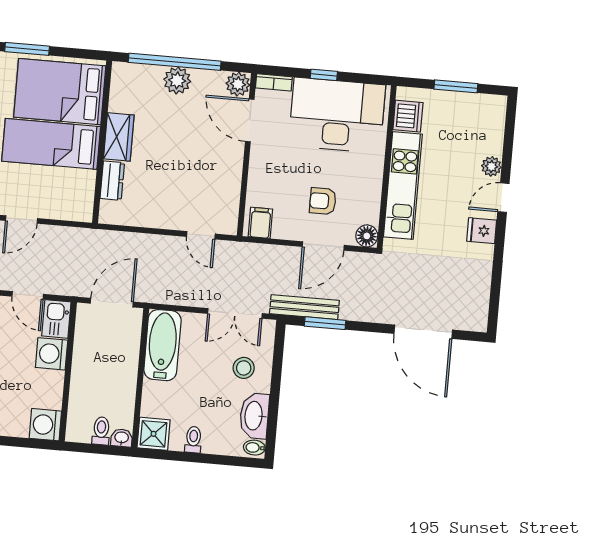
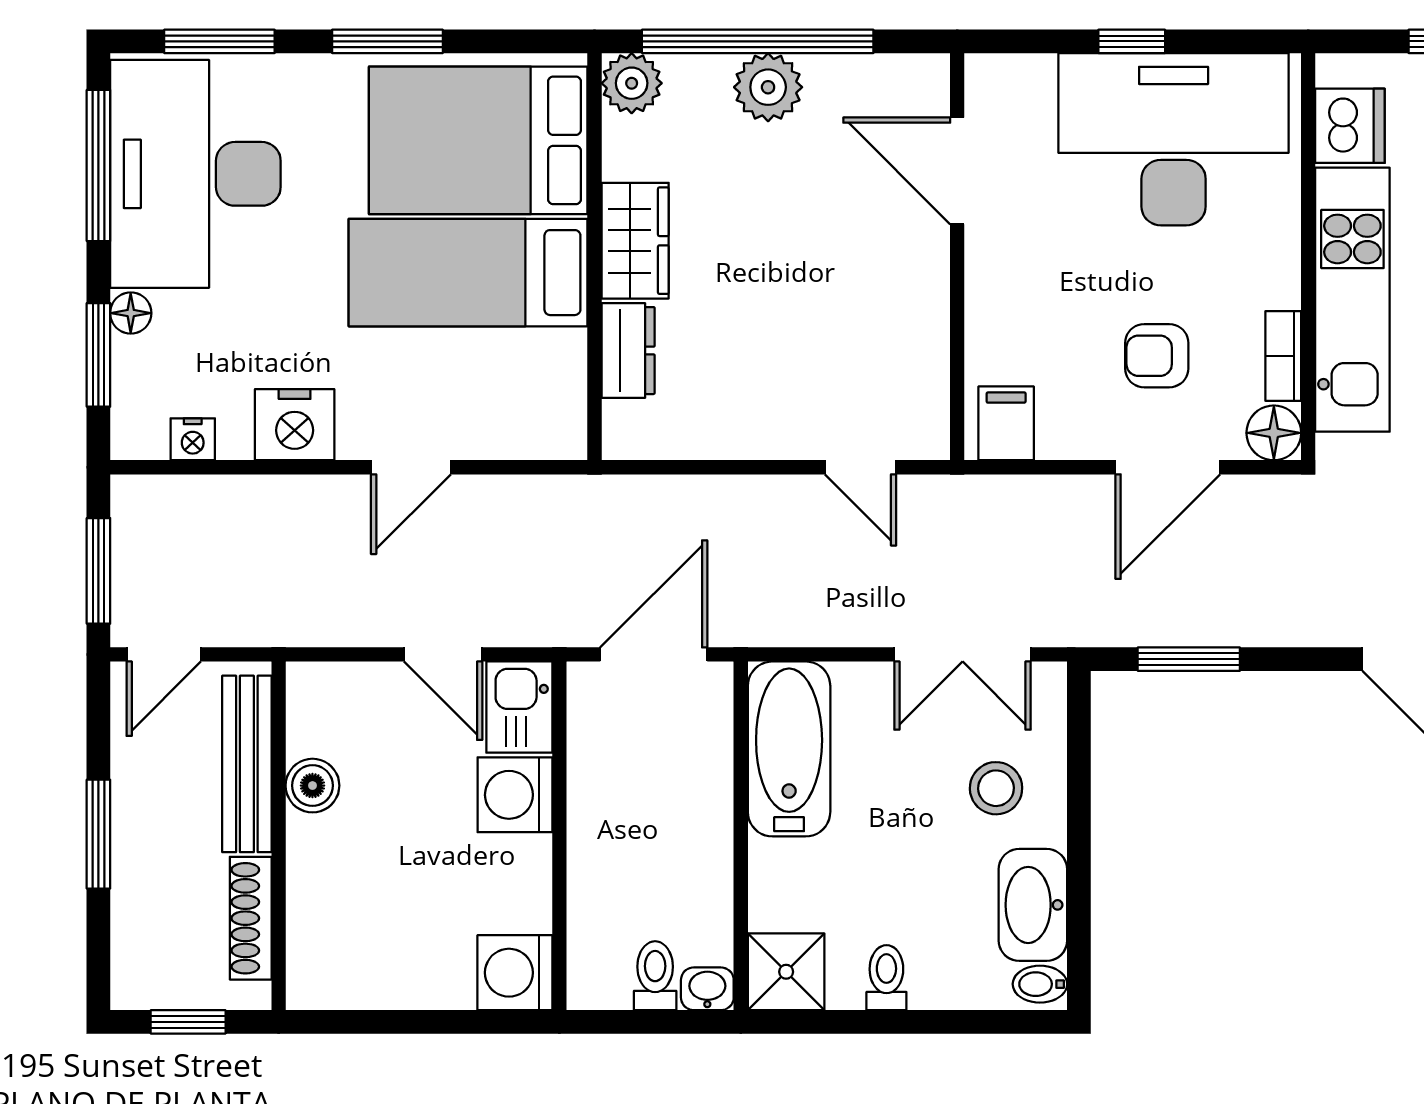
bookcase: (274, 82) -> (1283, 356), moved, turned 90
plant: (238, 84) -> (632, 83), moved
bench: (304, 307) -> (1134, 623), removed

